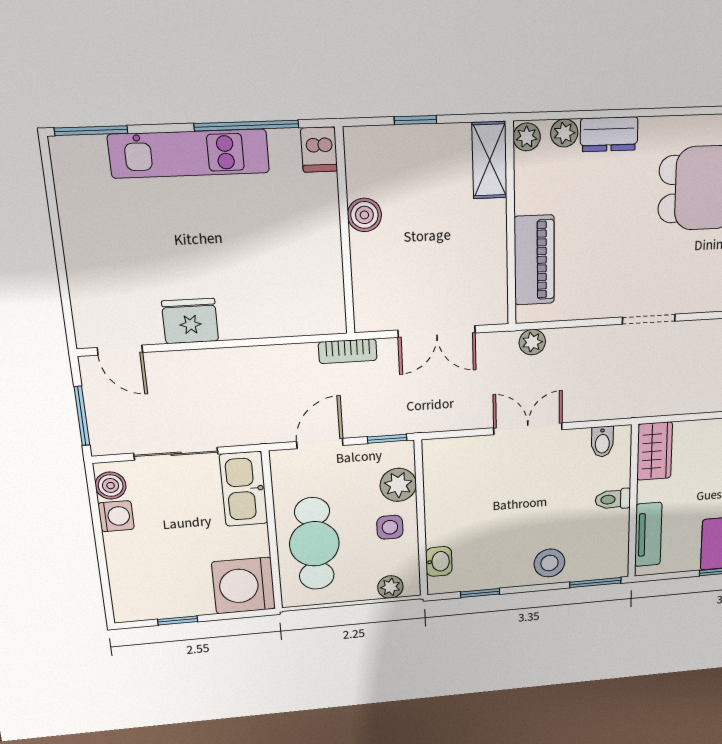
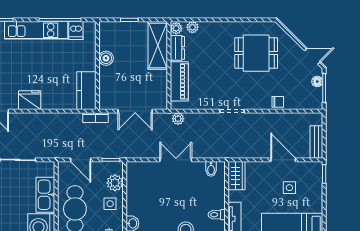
dresser: (609, 134) -> (177, 48), moved, turned -90
dishwasher: (319, 150) -> (76, 30), moved
shelving: (490, 160) -> (158, 45), width x1.50, depth x1.33
kitchen counter: (323, 292) -> (86, 91), added
door: (320, 443) -> (81, 160), swing flipped
kitchen sink: (244, 489) -> (45, 195), moved
toilet: (613, 499) -> (217, 215), moved

